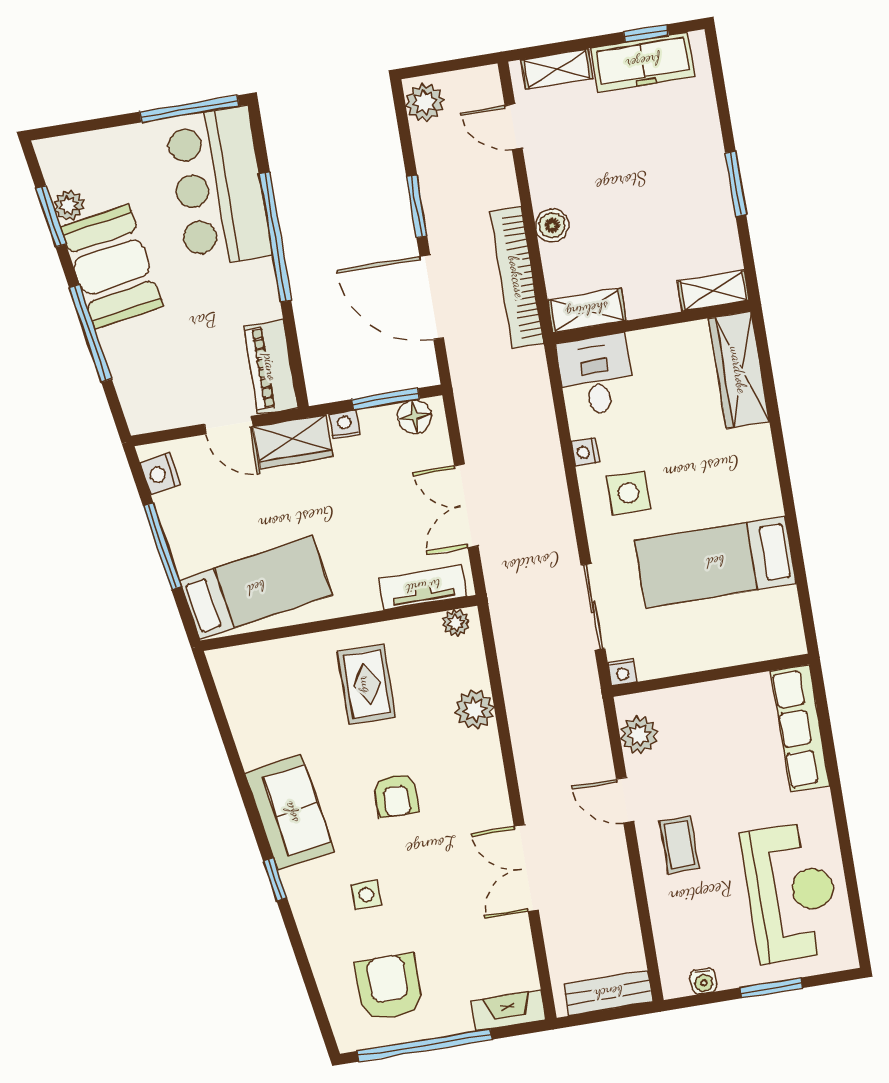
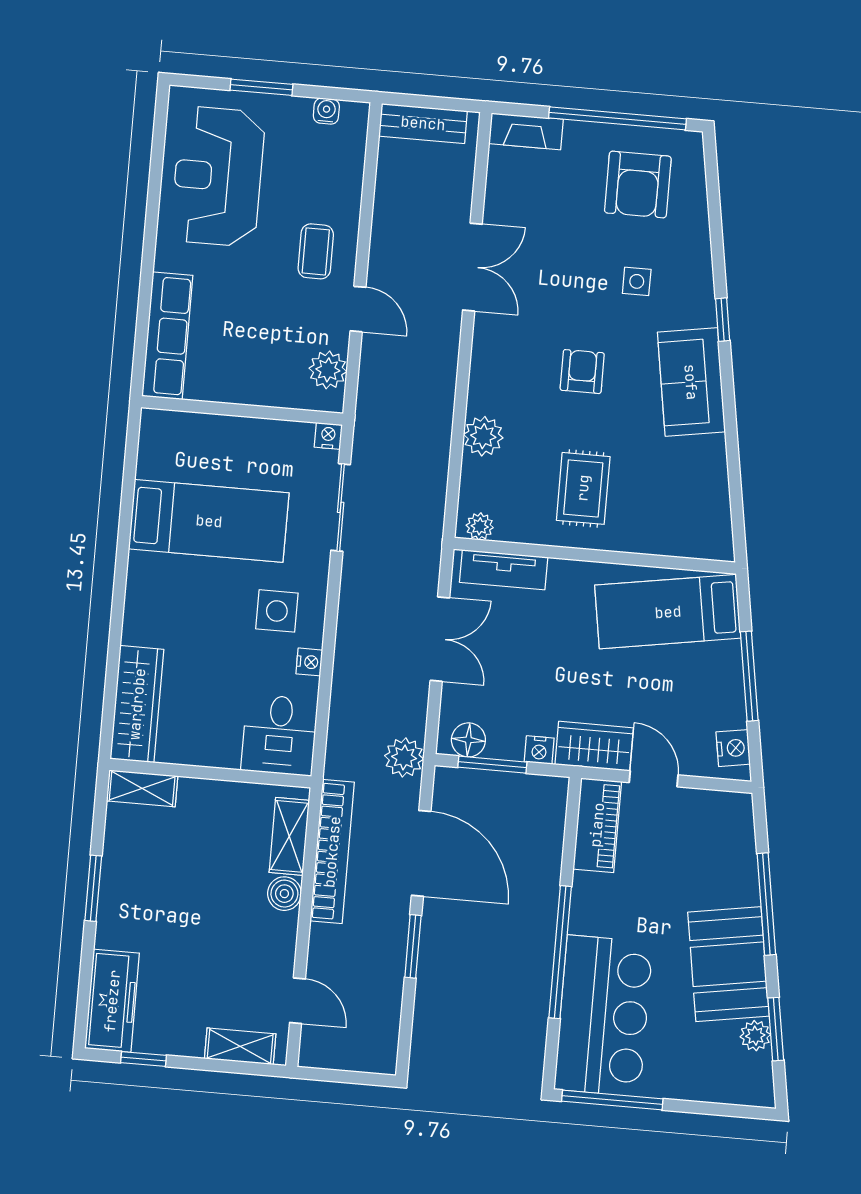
freezer: (643, 62) -> (112, 1001), moved, turned 90
plant: (425, 102) -> (404, 757), moved
shelving: (587, 310) -> (289, 836), moved, turned 90

